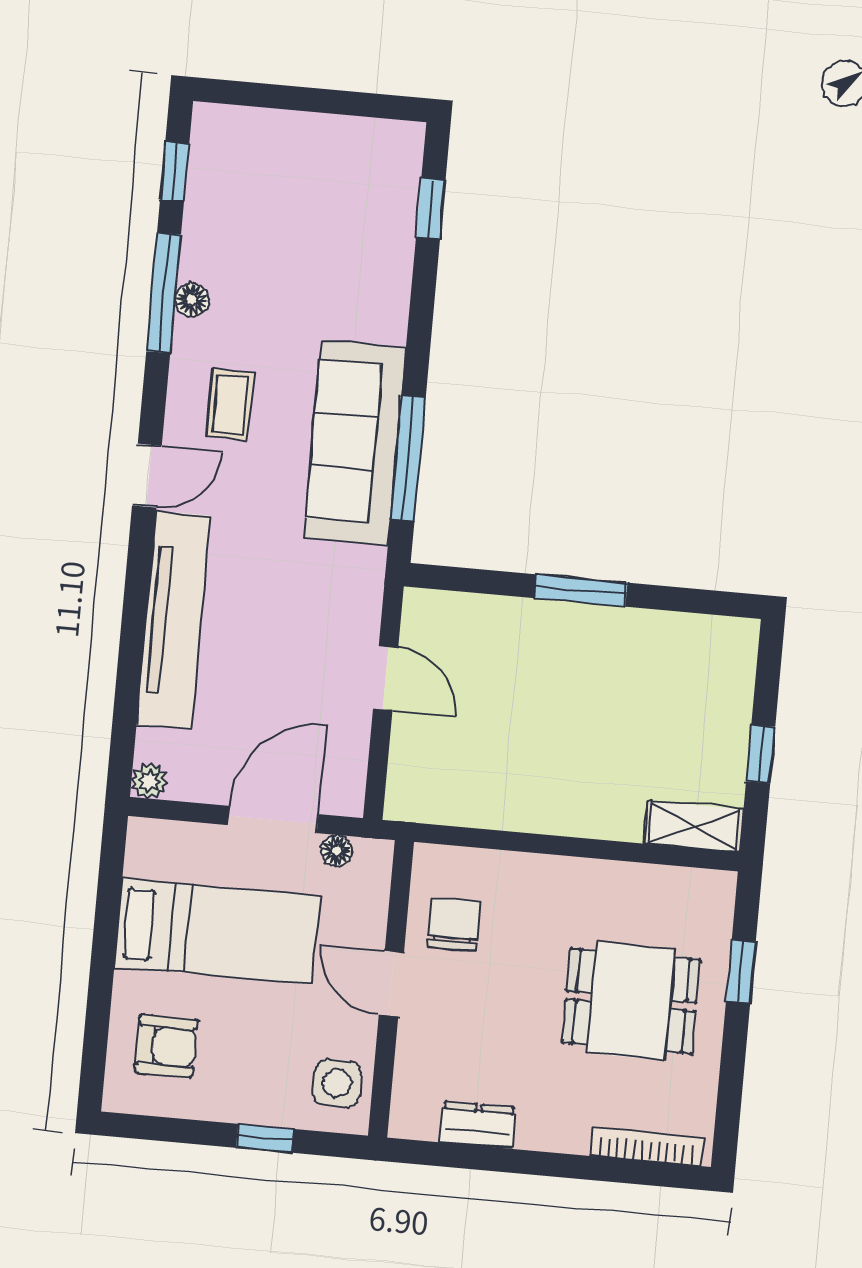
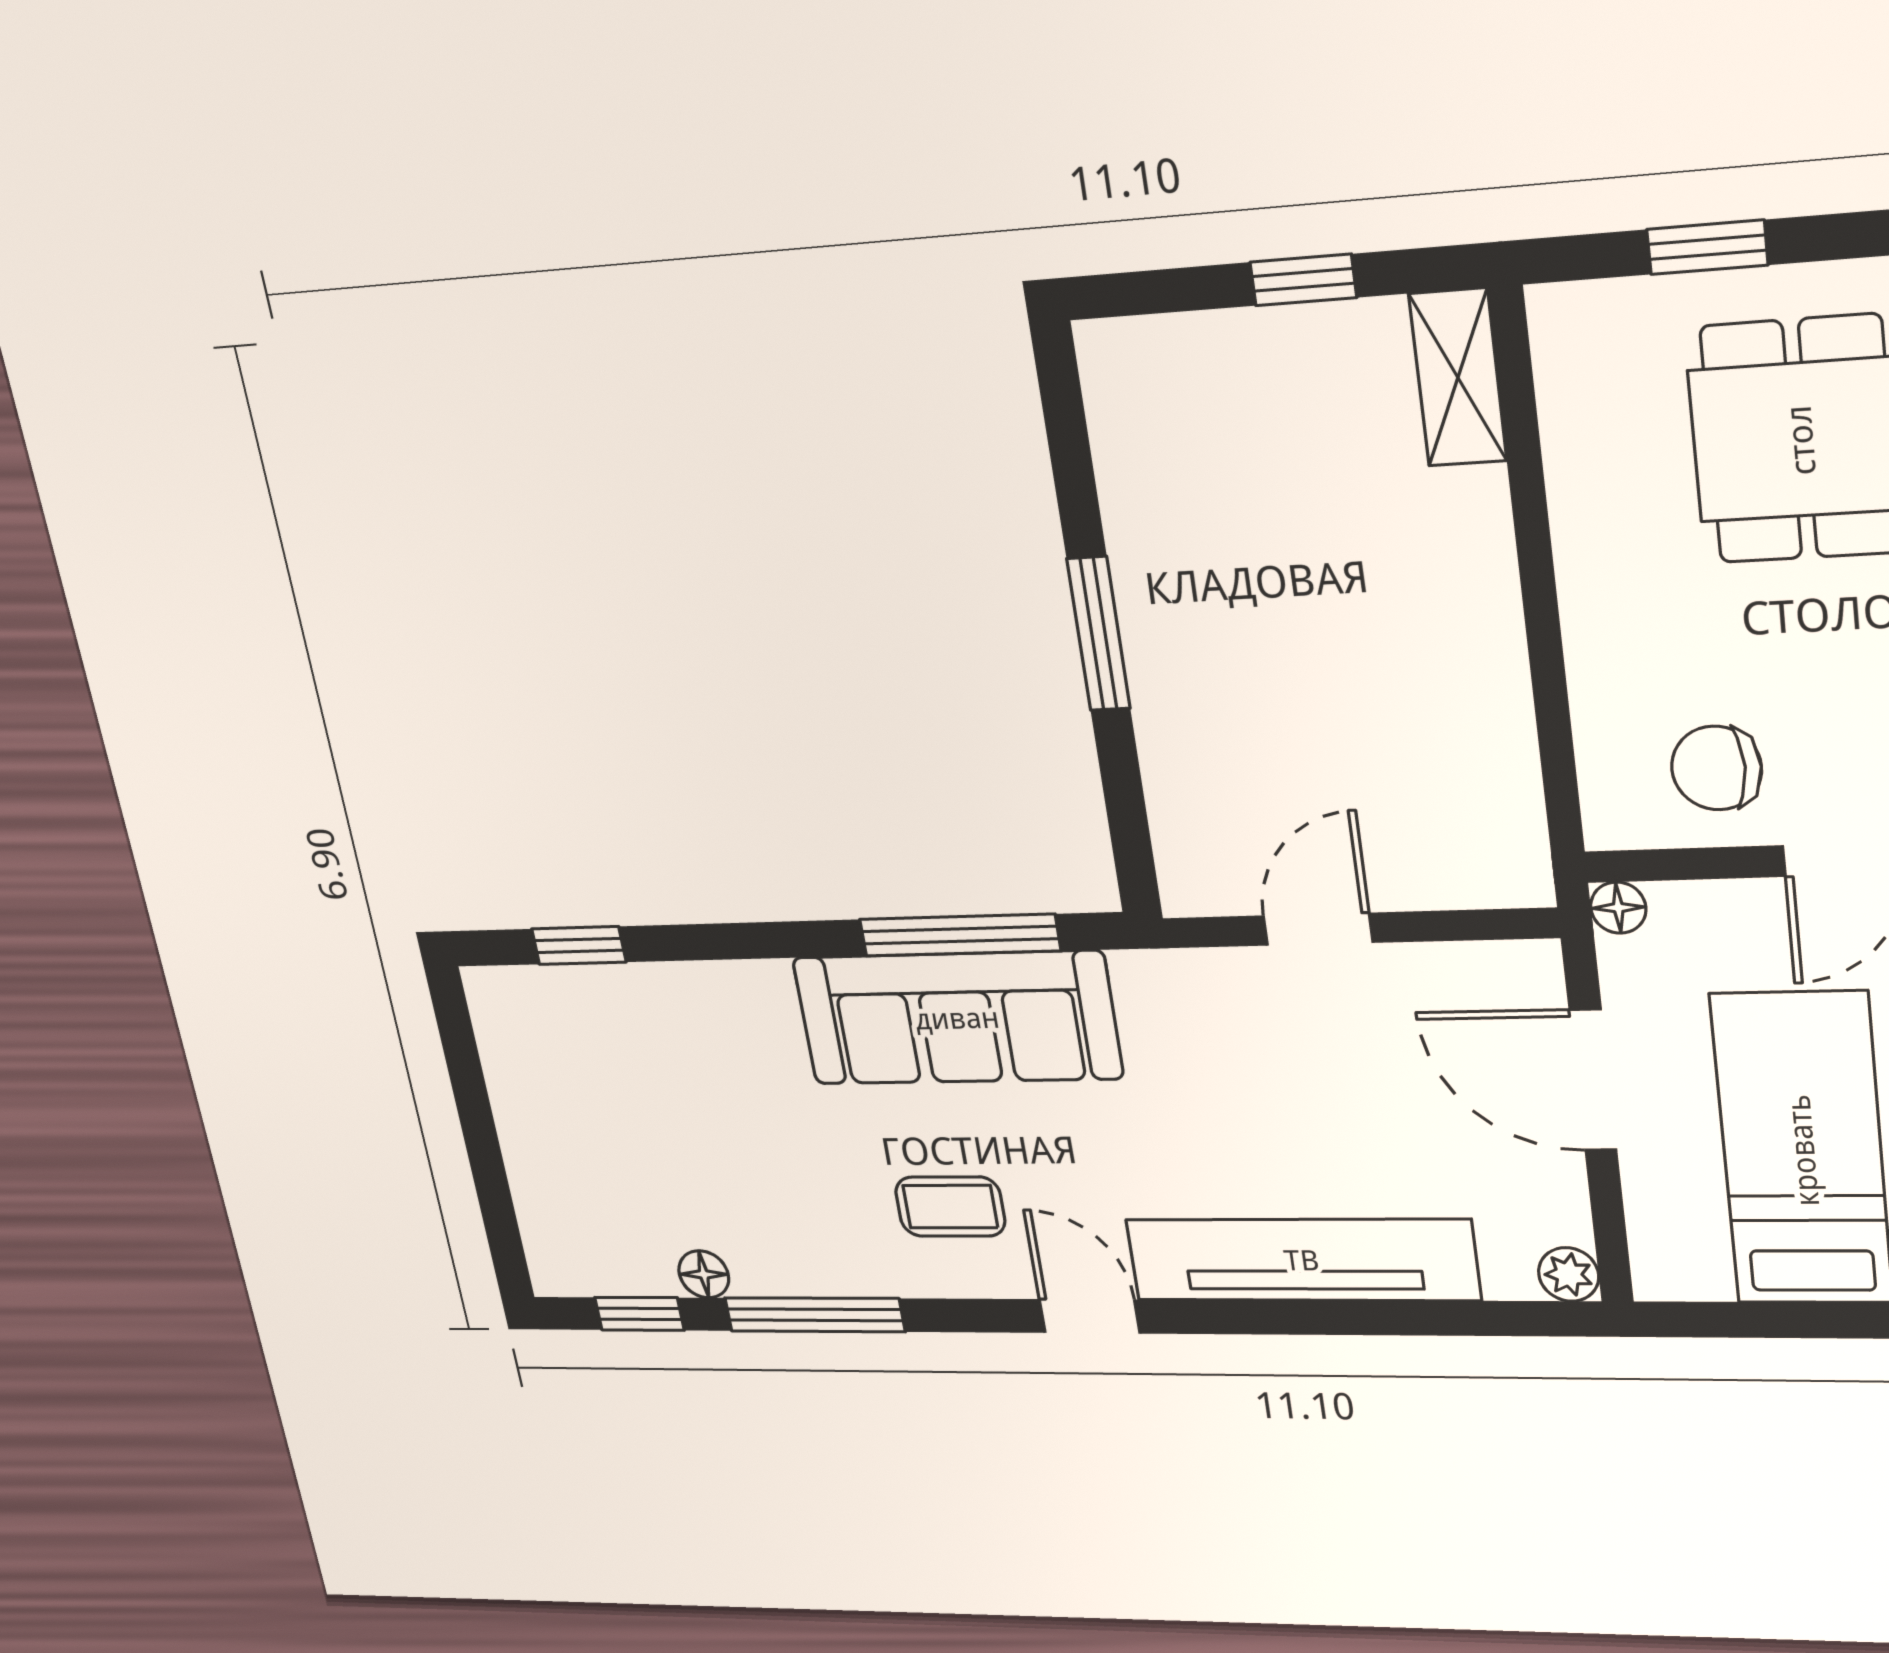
floor lamp: (192, 300) -> (704, 1274), moved
floor lamp: (337, 851) -> (1618, 908), moved

